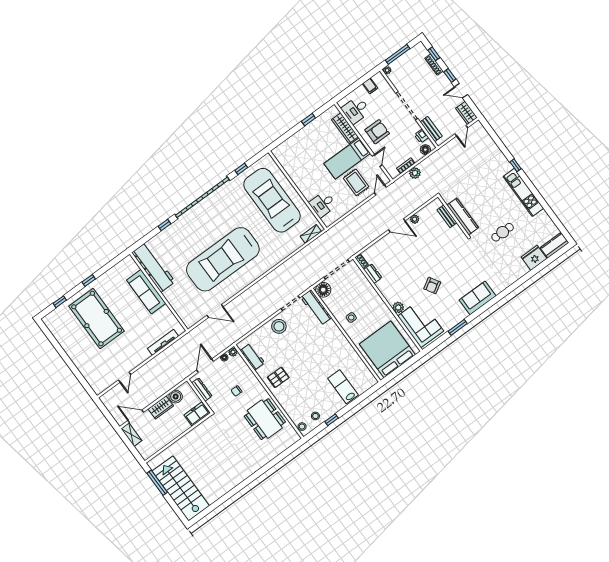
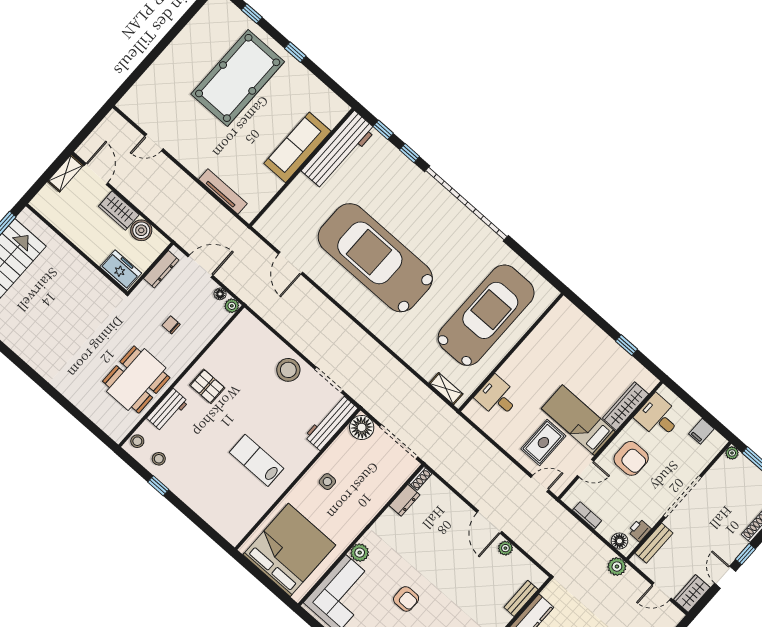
window: (241, 169) -> (383, 130), moved
plant: (415, 173) -> (617, 567), moved
armchair: (432, 286) -> (406, 599), turned -149
workbench: (252, 357) -> (168, 410), moved
lab bench: (343, 387) -> (257, 460), moved, turned -90

